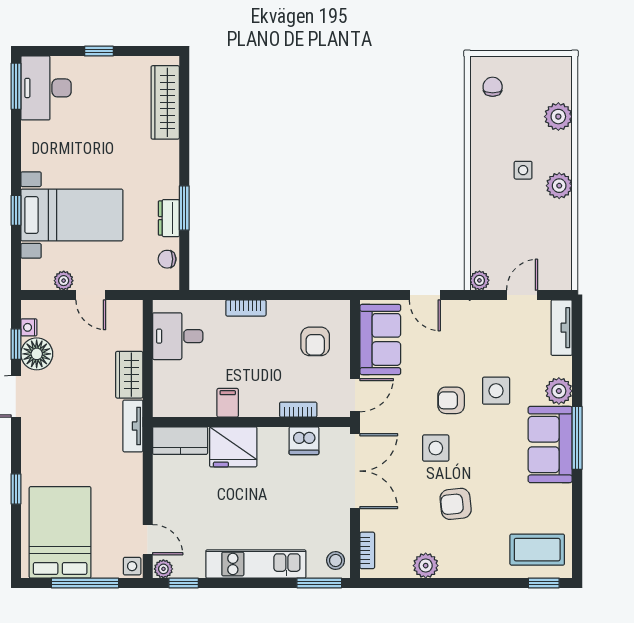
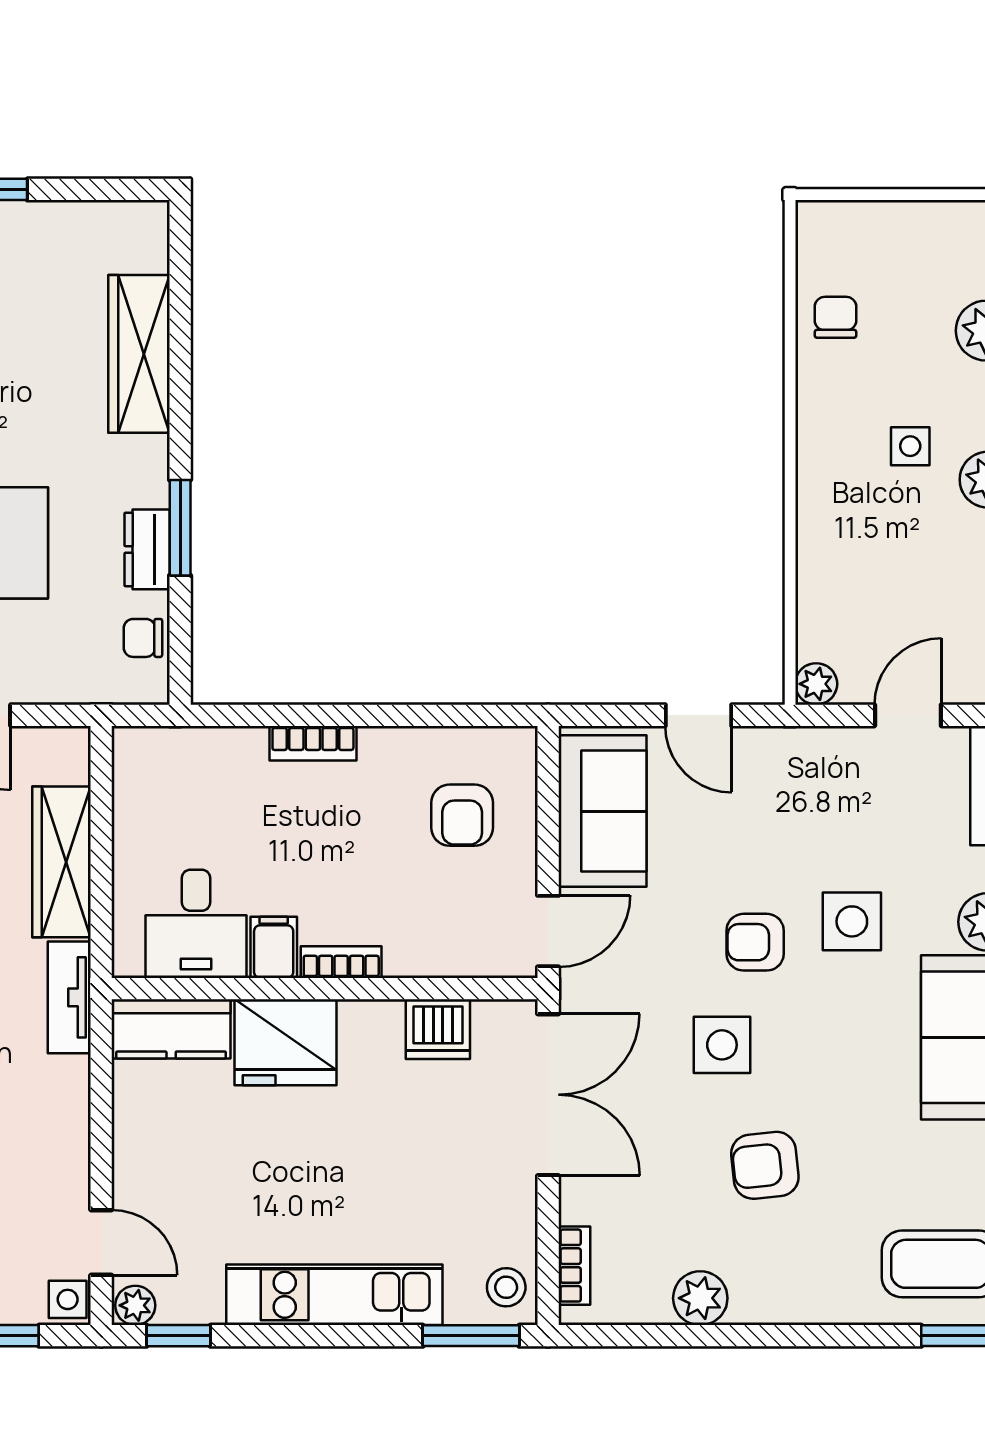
chair: (493, 87) -> (836, 317), moved
wardrobe: (165, 102) -> (139, 354), moved
desk: (178, 336) -> (196, 924), moved, turned -90
wardrobe: (129, 375) -> (61, 862), width x1.50
bookcase: (298, 410) -> (341, 962), moved

